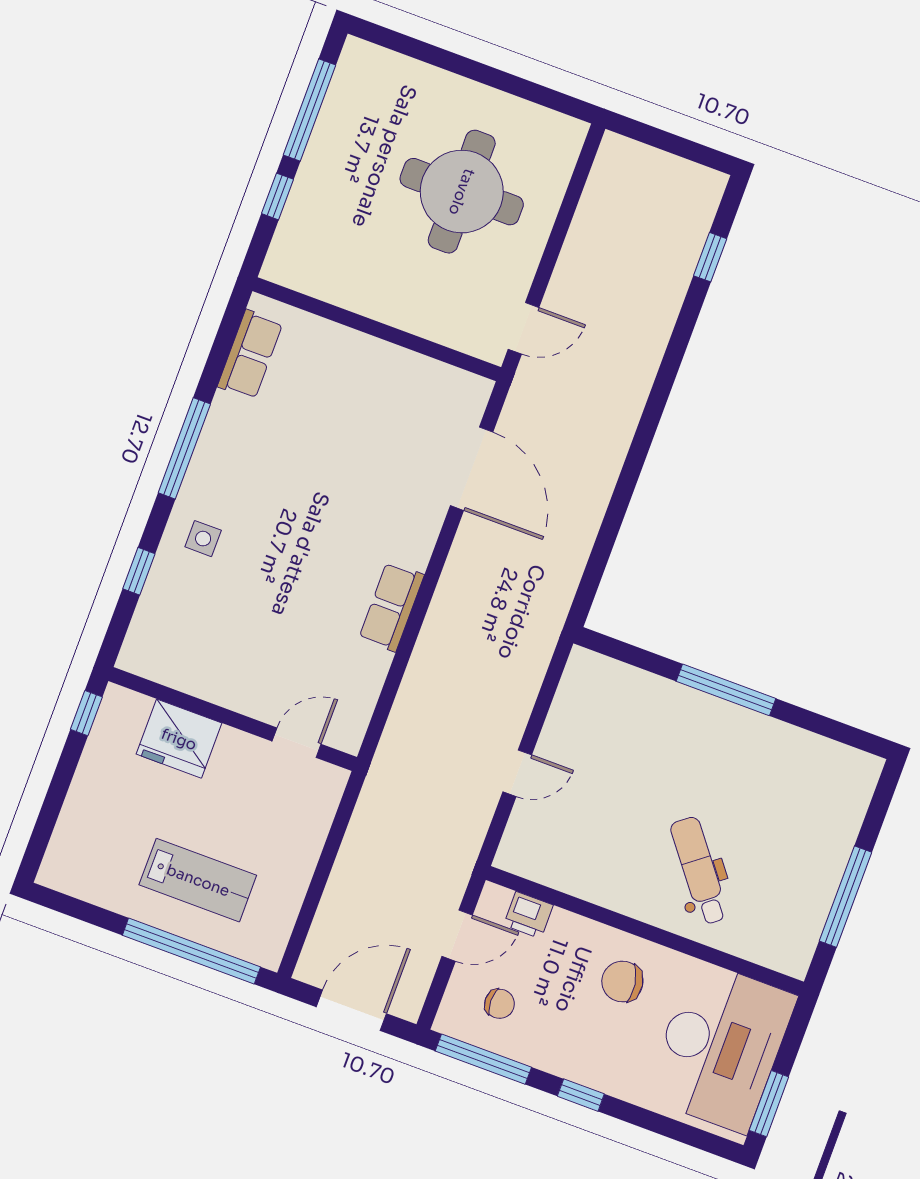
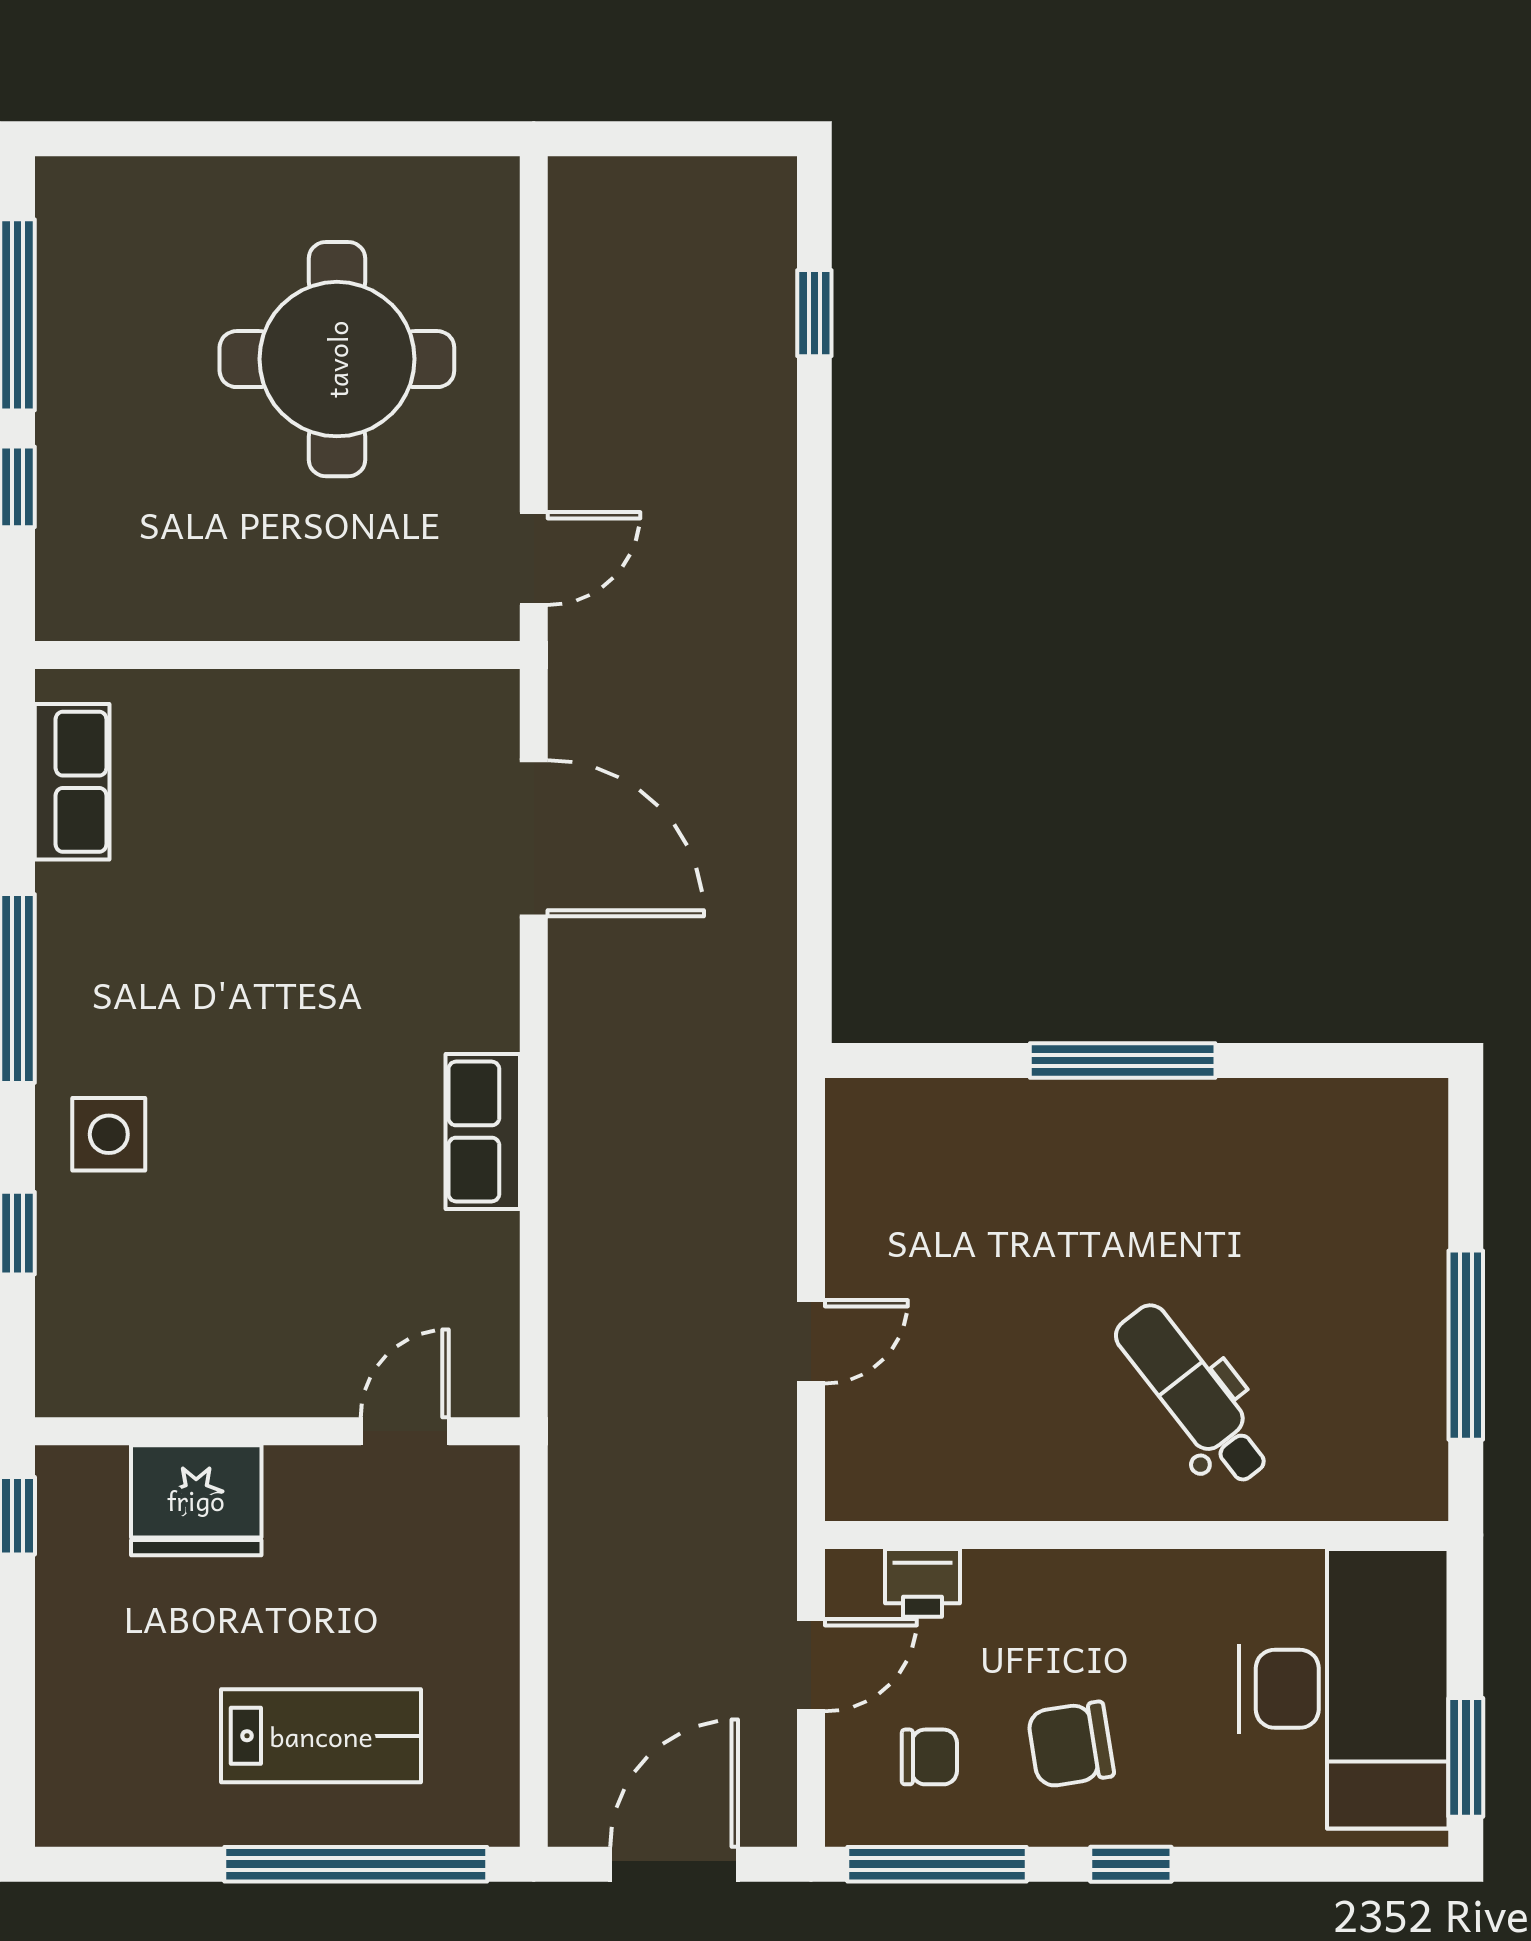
side table: (203, 539) -> (109, 1134), width x1.37, depth x1.37
chair: (622, 982) -> (1071, 1744), moved

